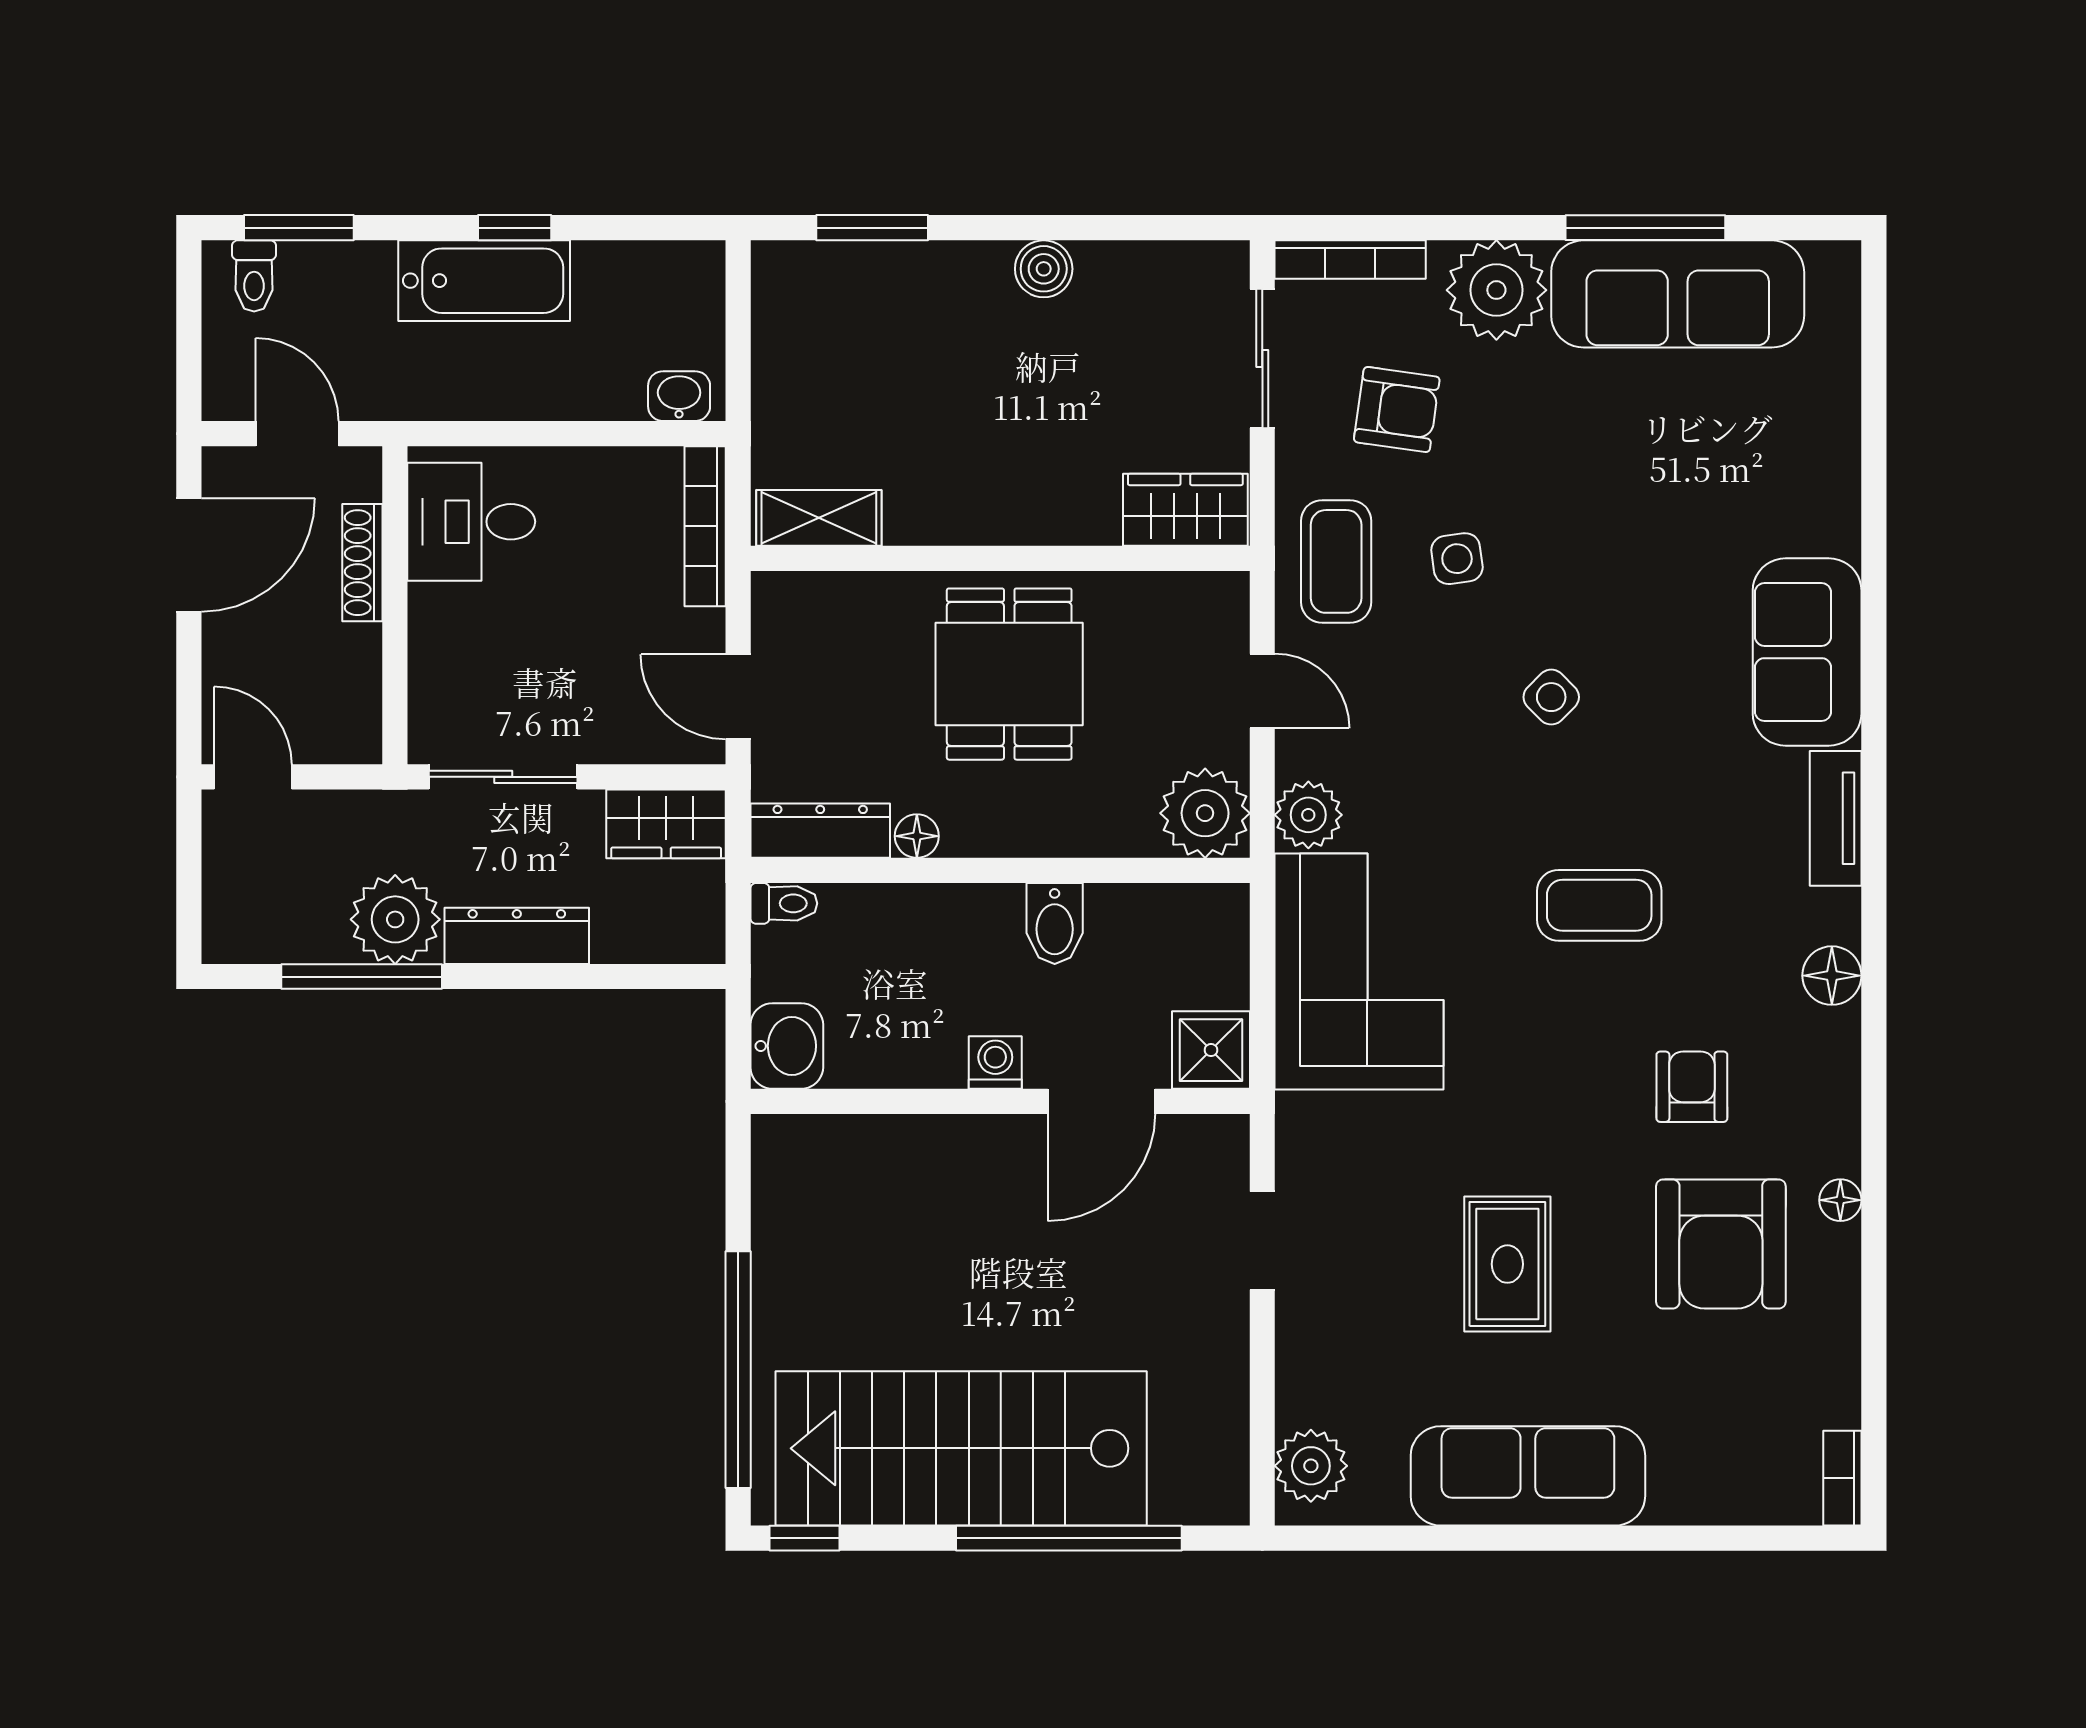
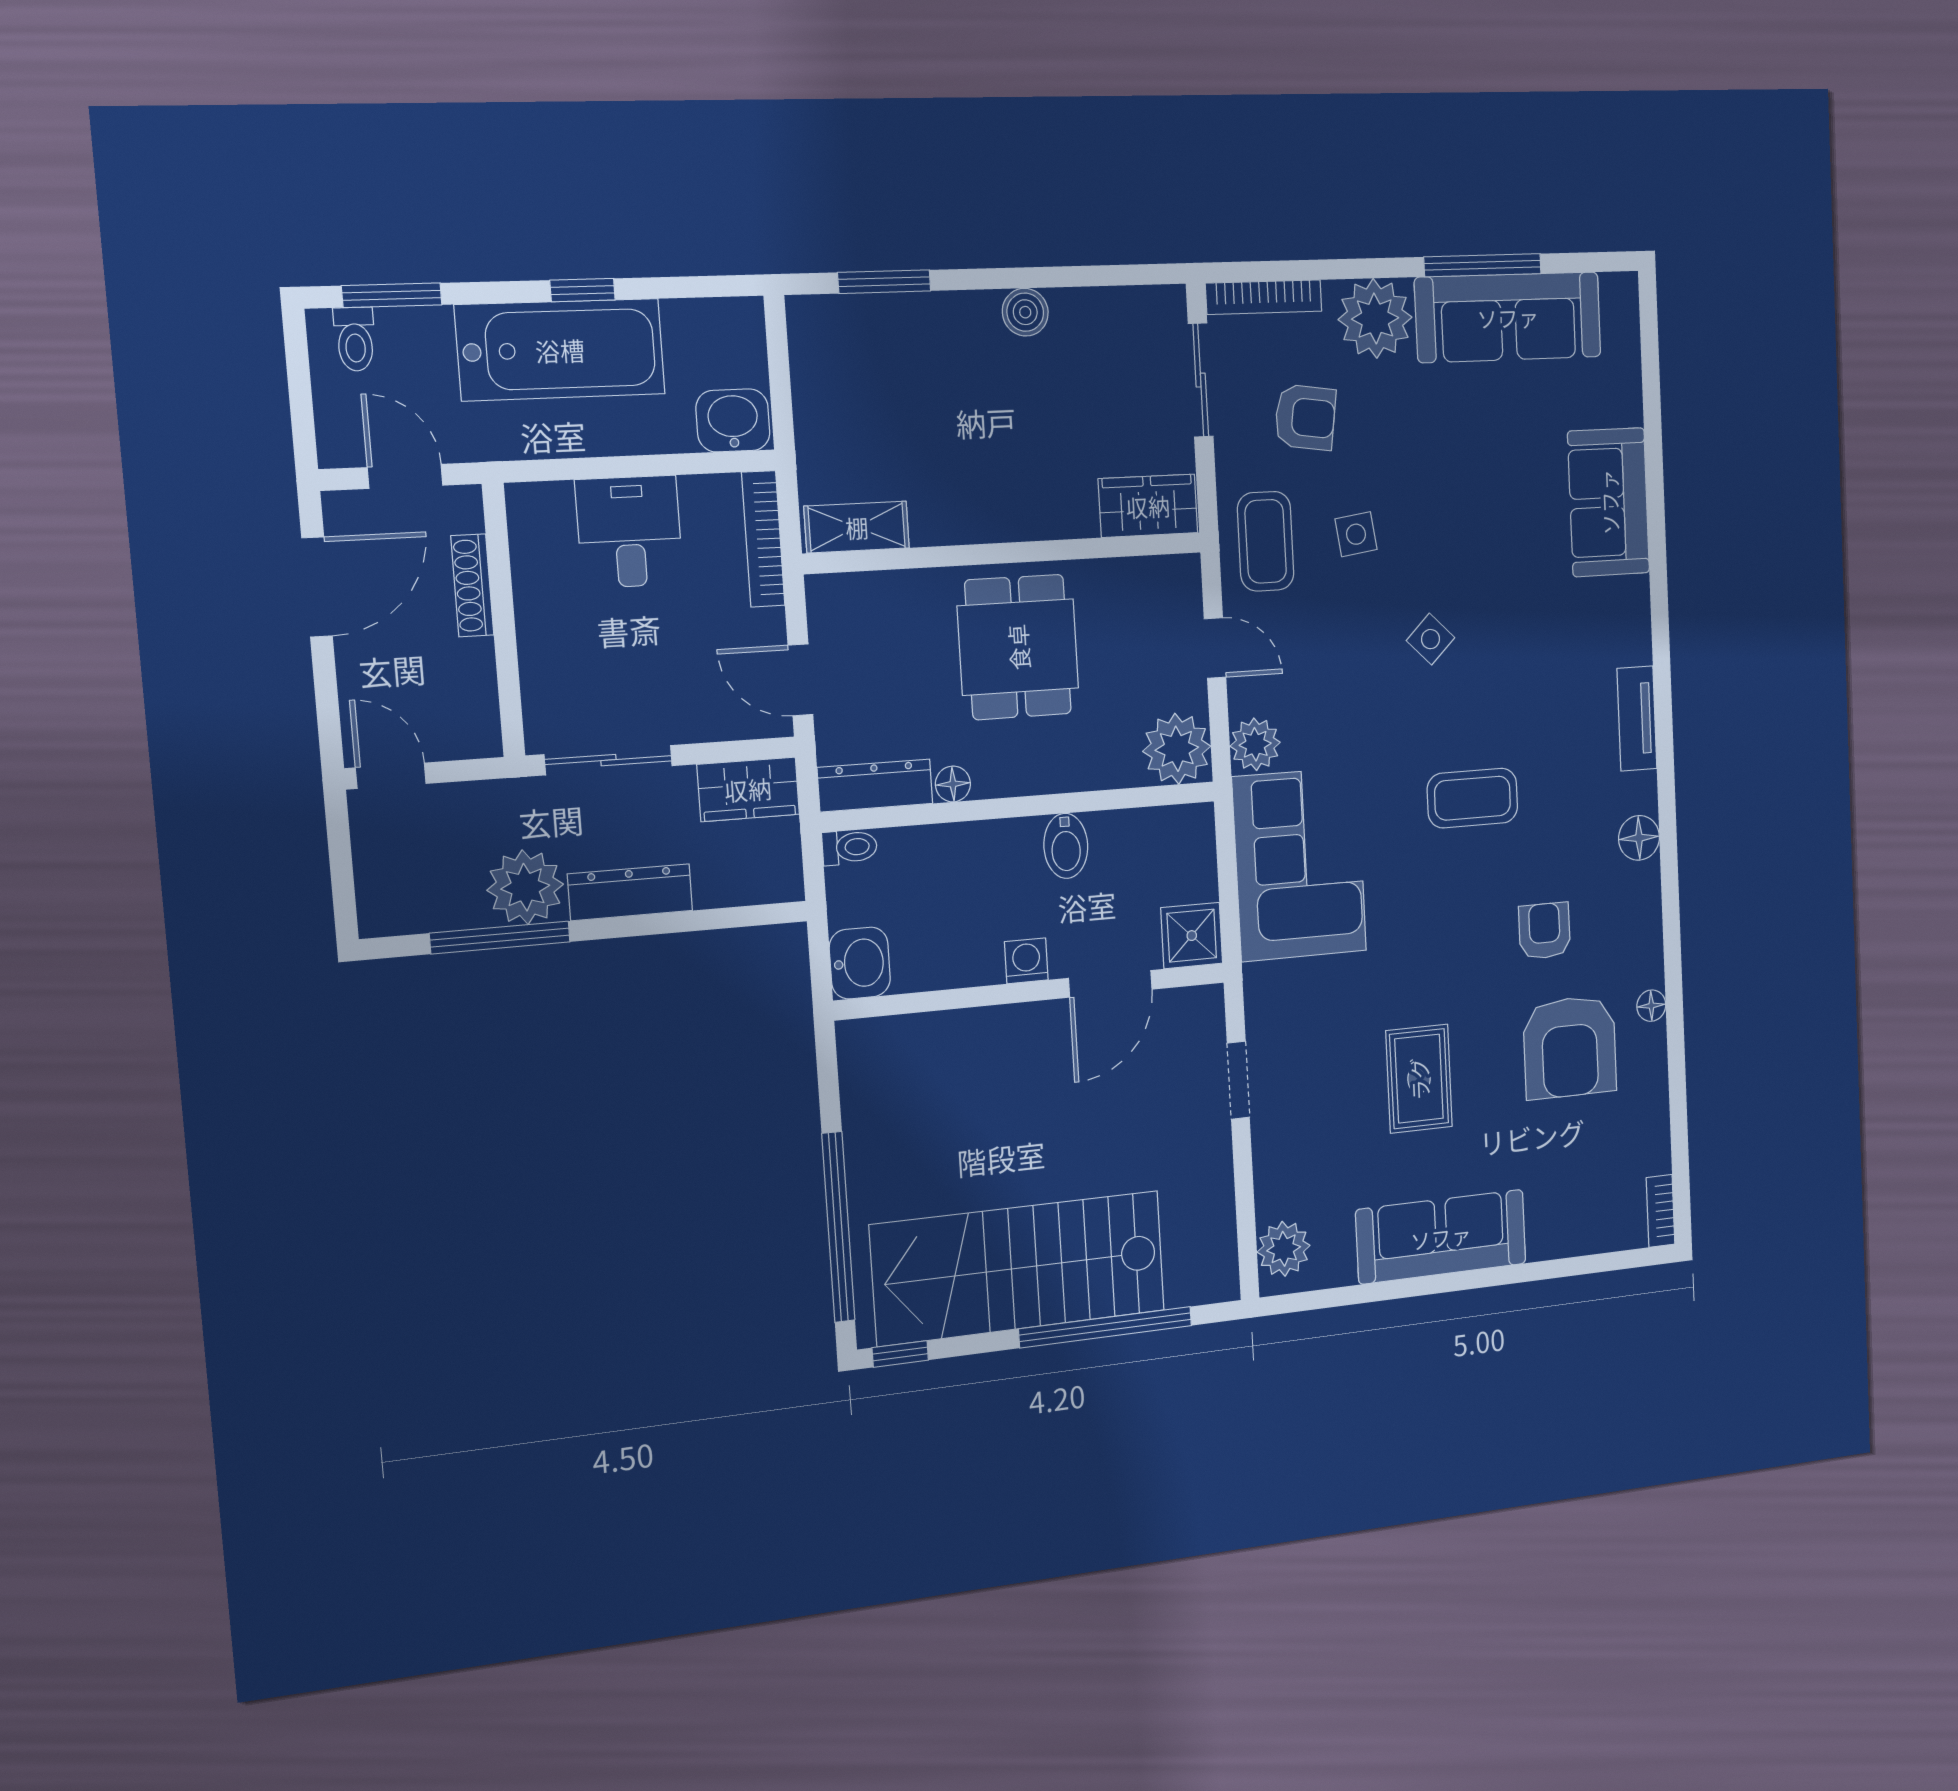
bathtub: (484, 281) -> (560, 350), width x1.36, depth x1.36
washbasin: (679, 396) -> (733, 420), width x1.38, depth x1.45
desk: (471, 522) -> (629, 532), moved, turned 90
sofa: (1807, 652) -> (1609, 502), moved

